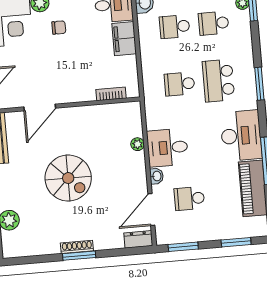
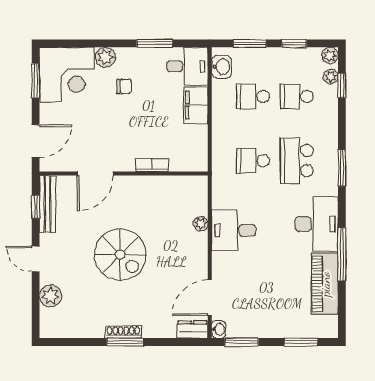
bookcase: (111, 94) -> (152, 165), moved
washbasin: (157, 176) -> (219, 329), moved
school desk: (189, 199) -> (253, 289), removed

